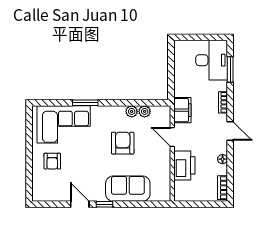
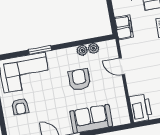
filing cabinet: (182, 110) -> (124, 27), moved
printer: (184, 165) -> (141, 108), moved

